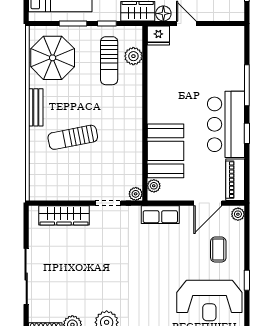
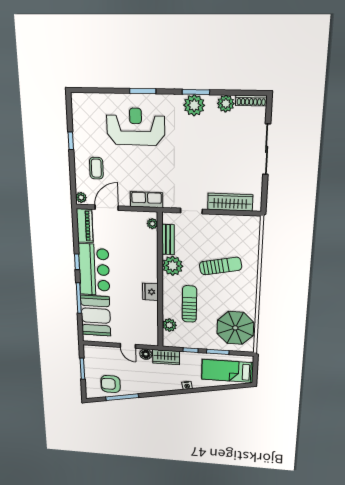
fridge: (158, 36) -> (150, 292), moved, turned -90
sun lounger: (109, 61) -> (189, 304), moved
bench: (36, 107) -> (168, 240), moved
booth: (165, 151) -> (96, 316), moved
plant: (136, 194) -> (173, 266), moved, width x1.88, depth x1.88
reception desk: (209, 300) -> (136, 127), moved

